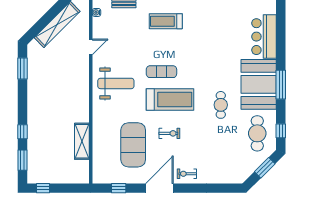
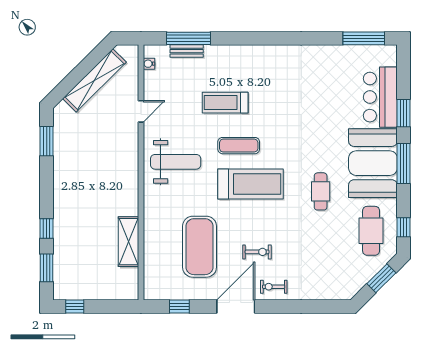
treadmill: (166, 21) -> (225, 103), moved
window: (281, 48) -> (403, 113), added
exercise bike: (169, 133) -> (257, 252), moved

